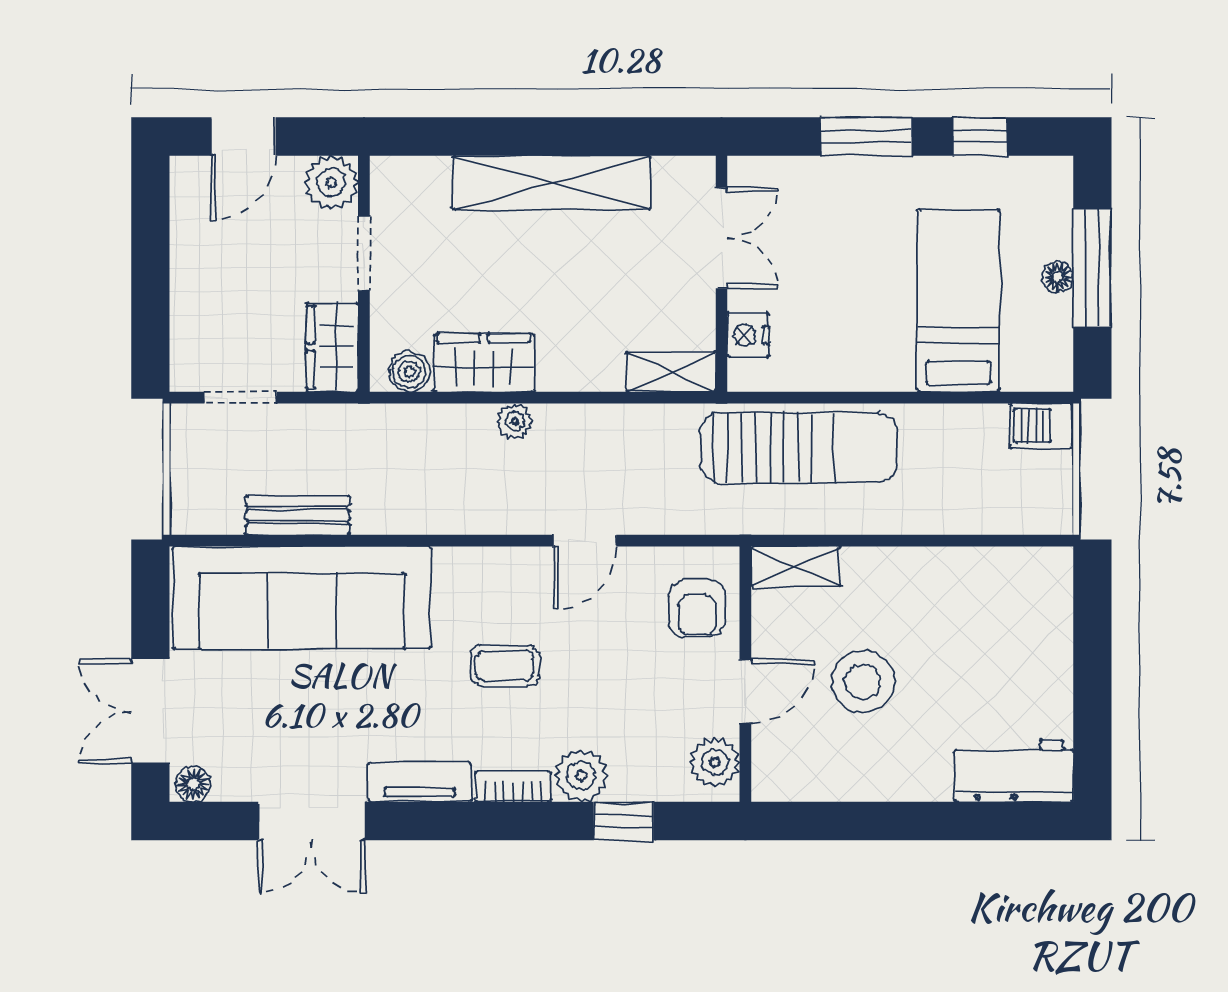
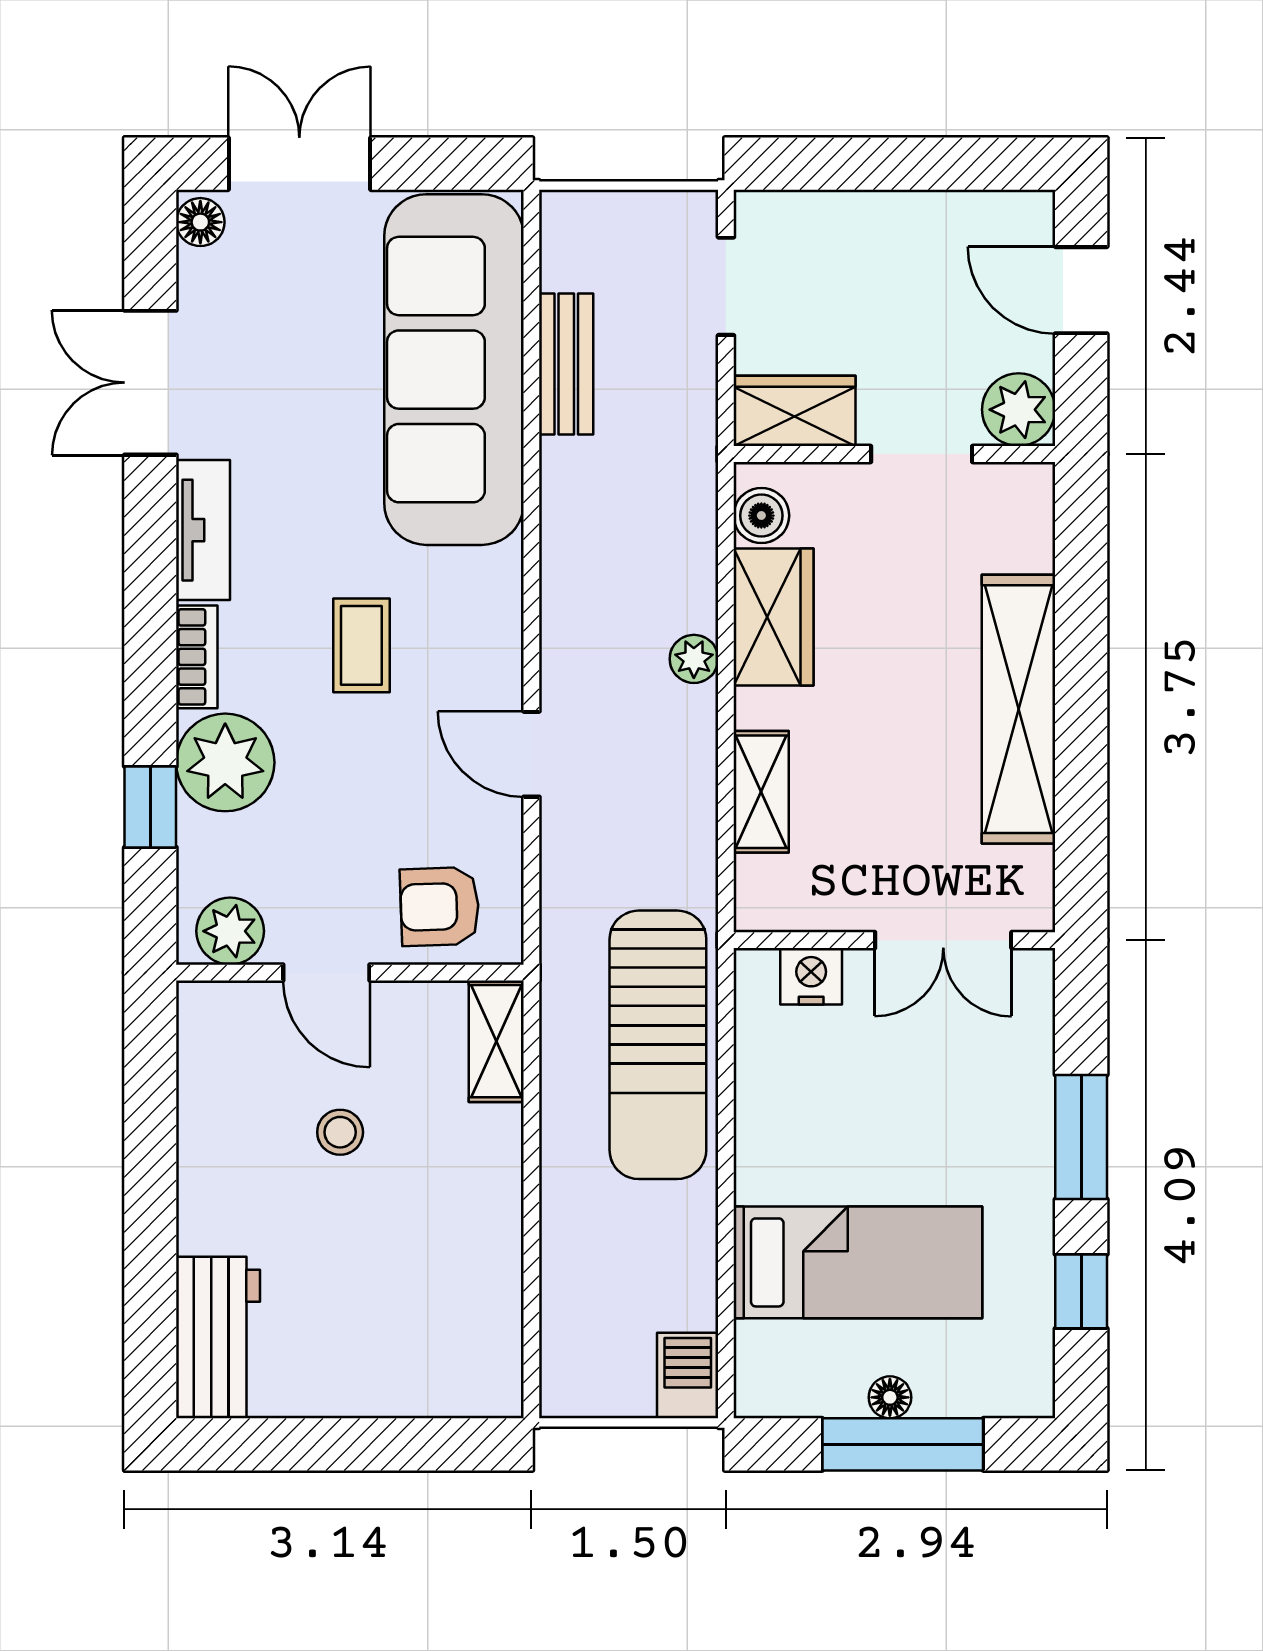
shelving: (671, 372) -> (761, 792), moved
stool: (863, 681) -> (340, 1132), width x0.53, depth x0.53
plant: (581, 775) -> (225, 762), width x1.36, depth x1.36

